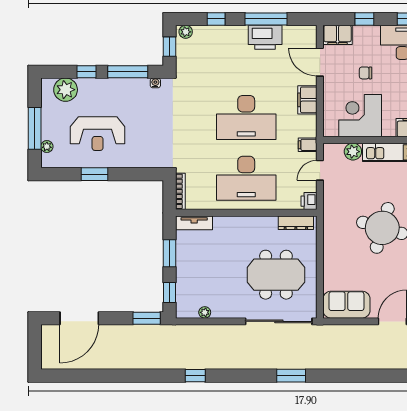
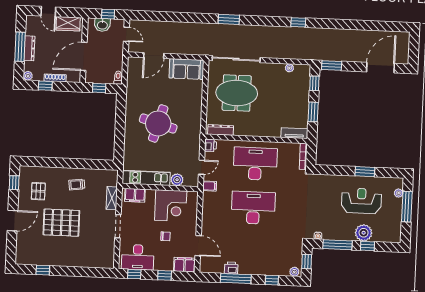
printer: (265, 37) -> (231, 268), width x0.53, depth x0.68
plant: (66, 90) -> (364, 233), moved
filing cabinet: (307, 100) -> (208, 219), removed

